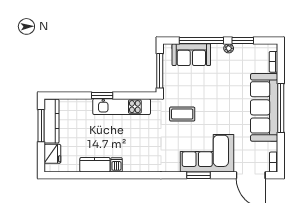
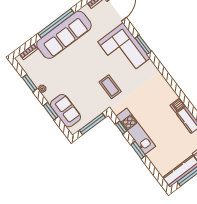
window: (201, 40) -> (51, 111), width x0.47
window: (136, 95) -> (121, 128), added

